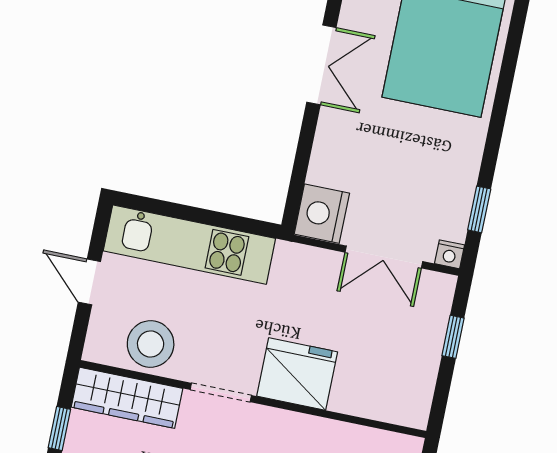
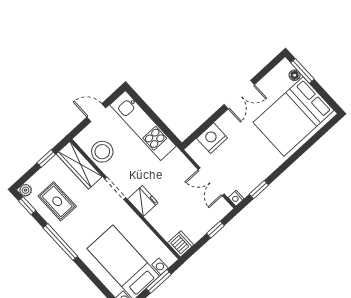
nightstand: (322, 214) -> (212, 138), moved
door: (89, 282) -> (96, 113), hinge flipped
fridge: (297, 374) -> (143, 201), width x0.73, depth x0.75
dishwasher: (409, 407) -> (181, 244), added

